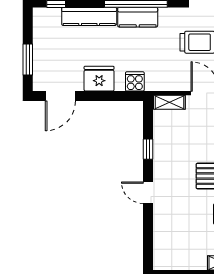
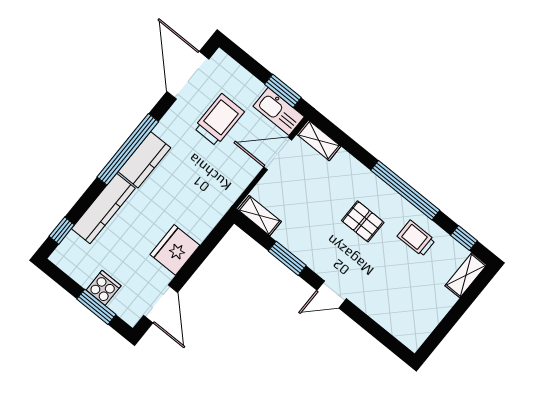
cooker: (135, 81) -> (104, 288), moved, turned 90
shelving: (169, 102) -> (259, 216), moved, turned 90
window: (148, 149) -> (287, 258), width x1.50

